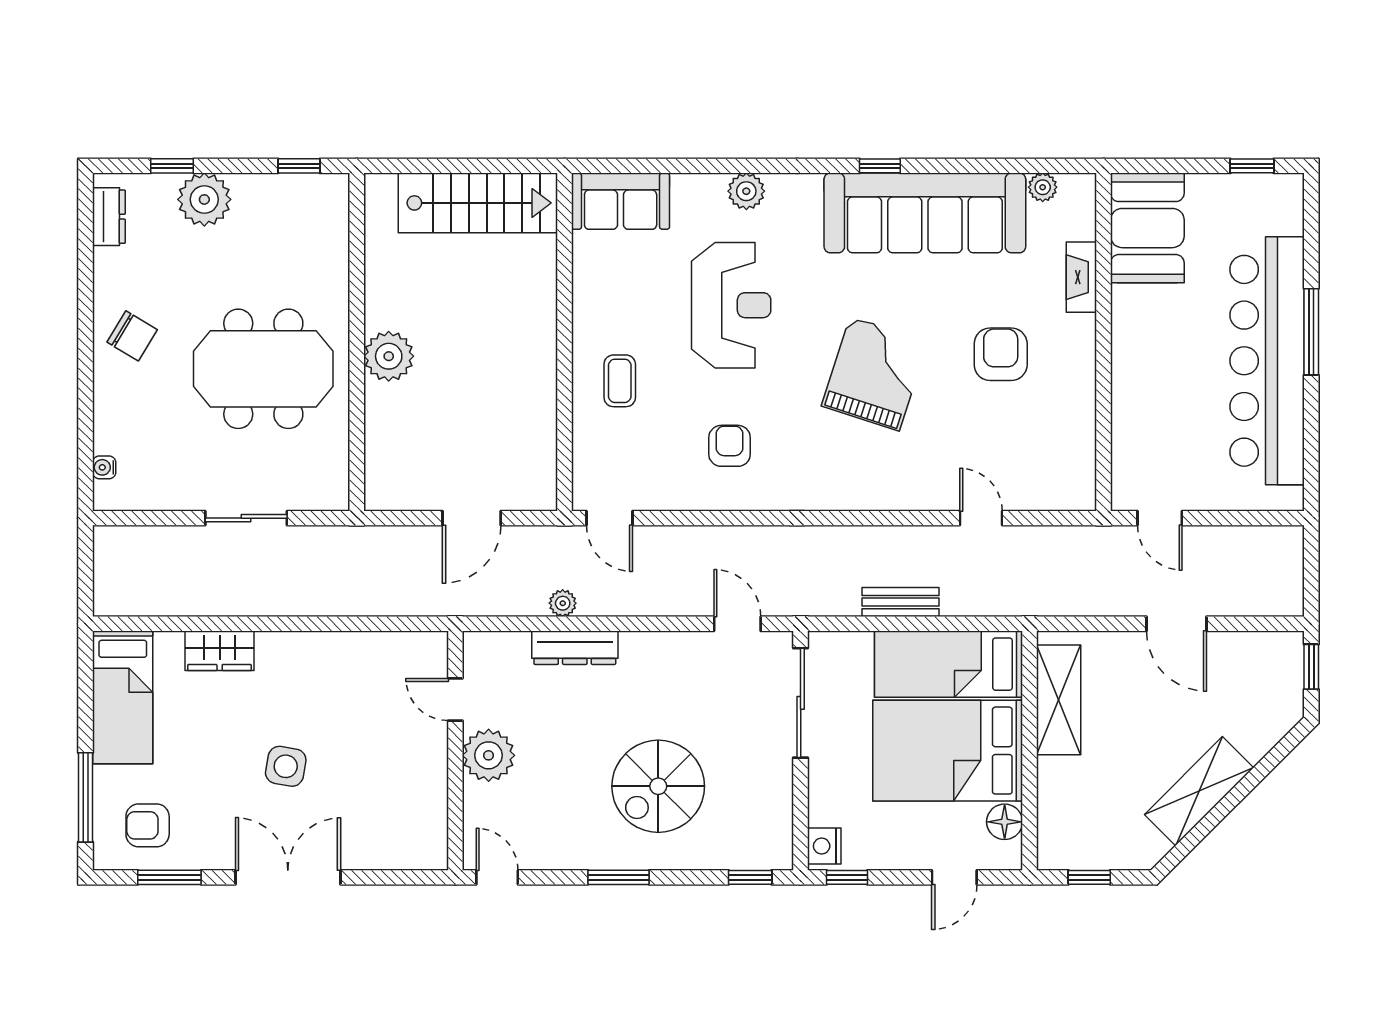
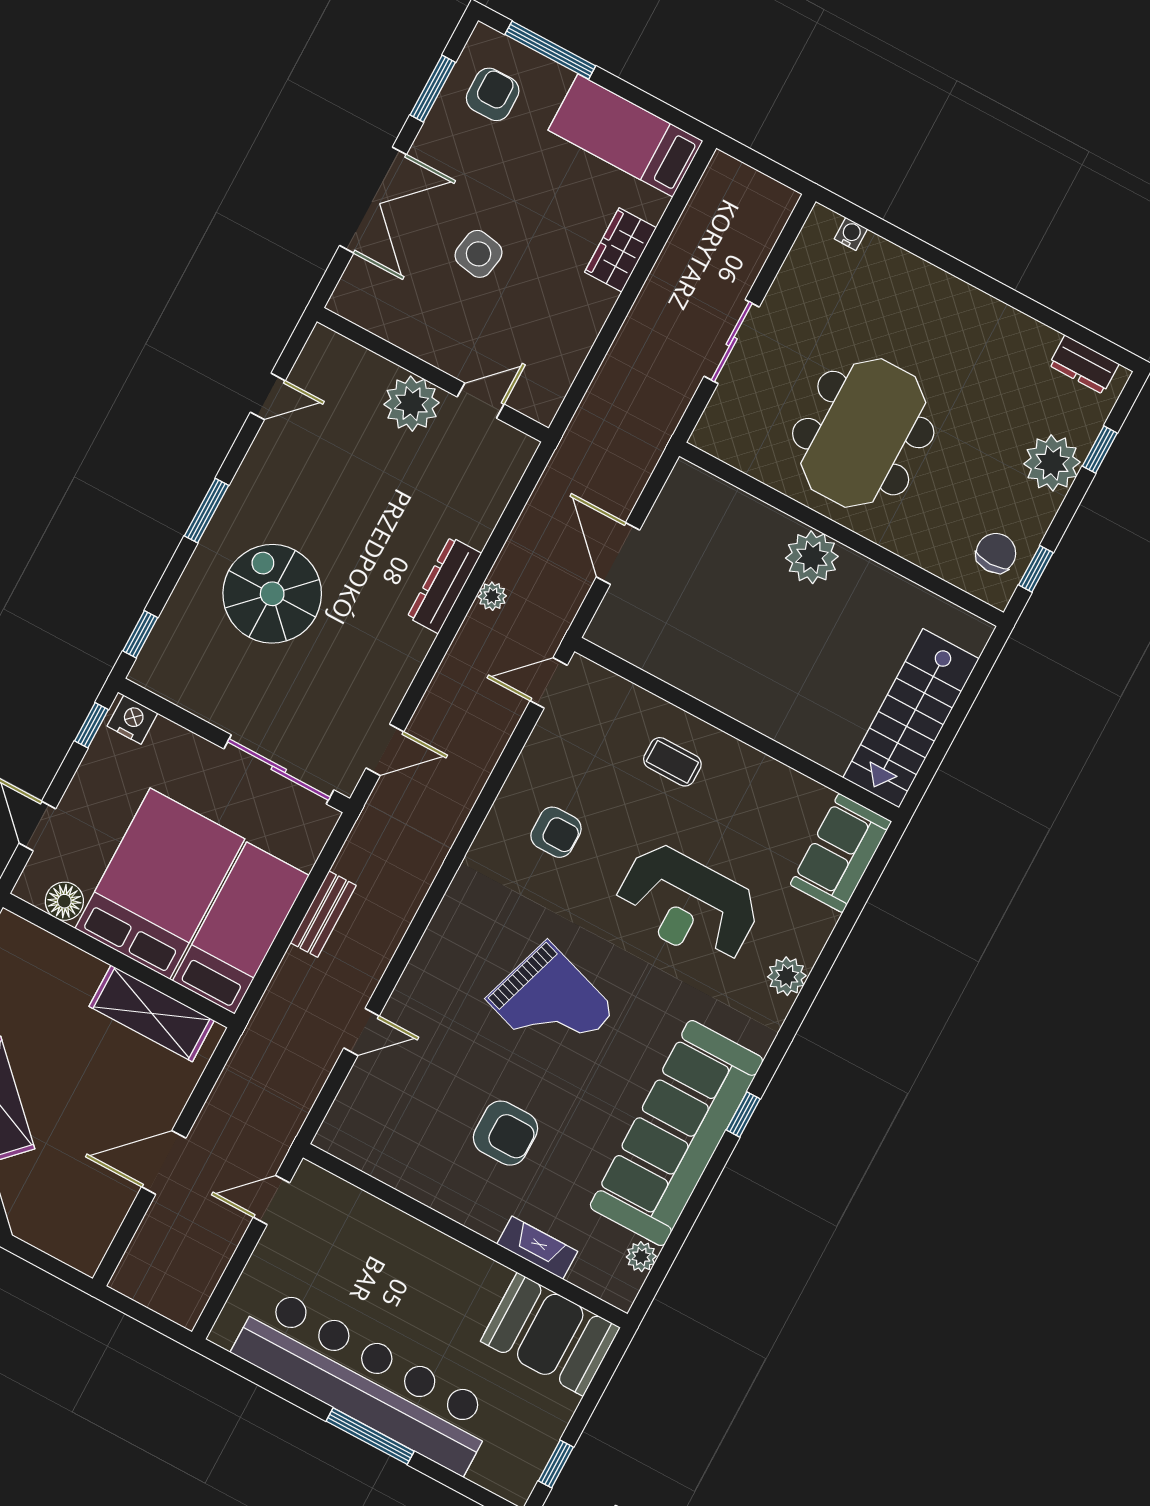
chair: (132, 336) -> (996, 553), moved, turned 149
window: (1311, 667) -> (55, 1267), removed
door: (455, 700) -> (481, 401), moved
wall: (455, 751) -> (433, 375), moved
plant: (489, 755) -> (412, 404), moved

